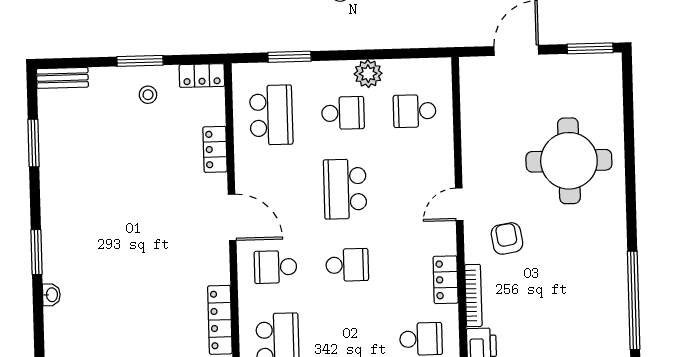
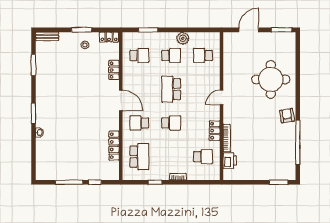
school desk: (271, 115) -> (139, 55), width x0.54
armchair: (507, 238) -> (287, 116), moved

